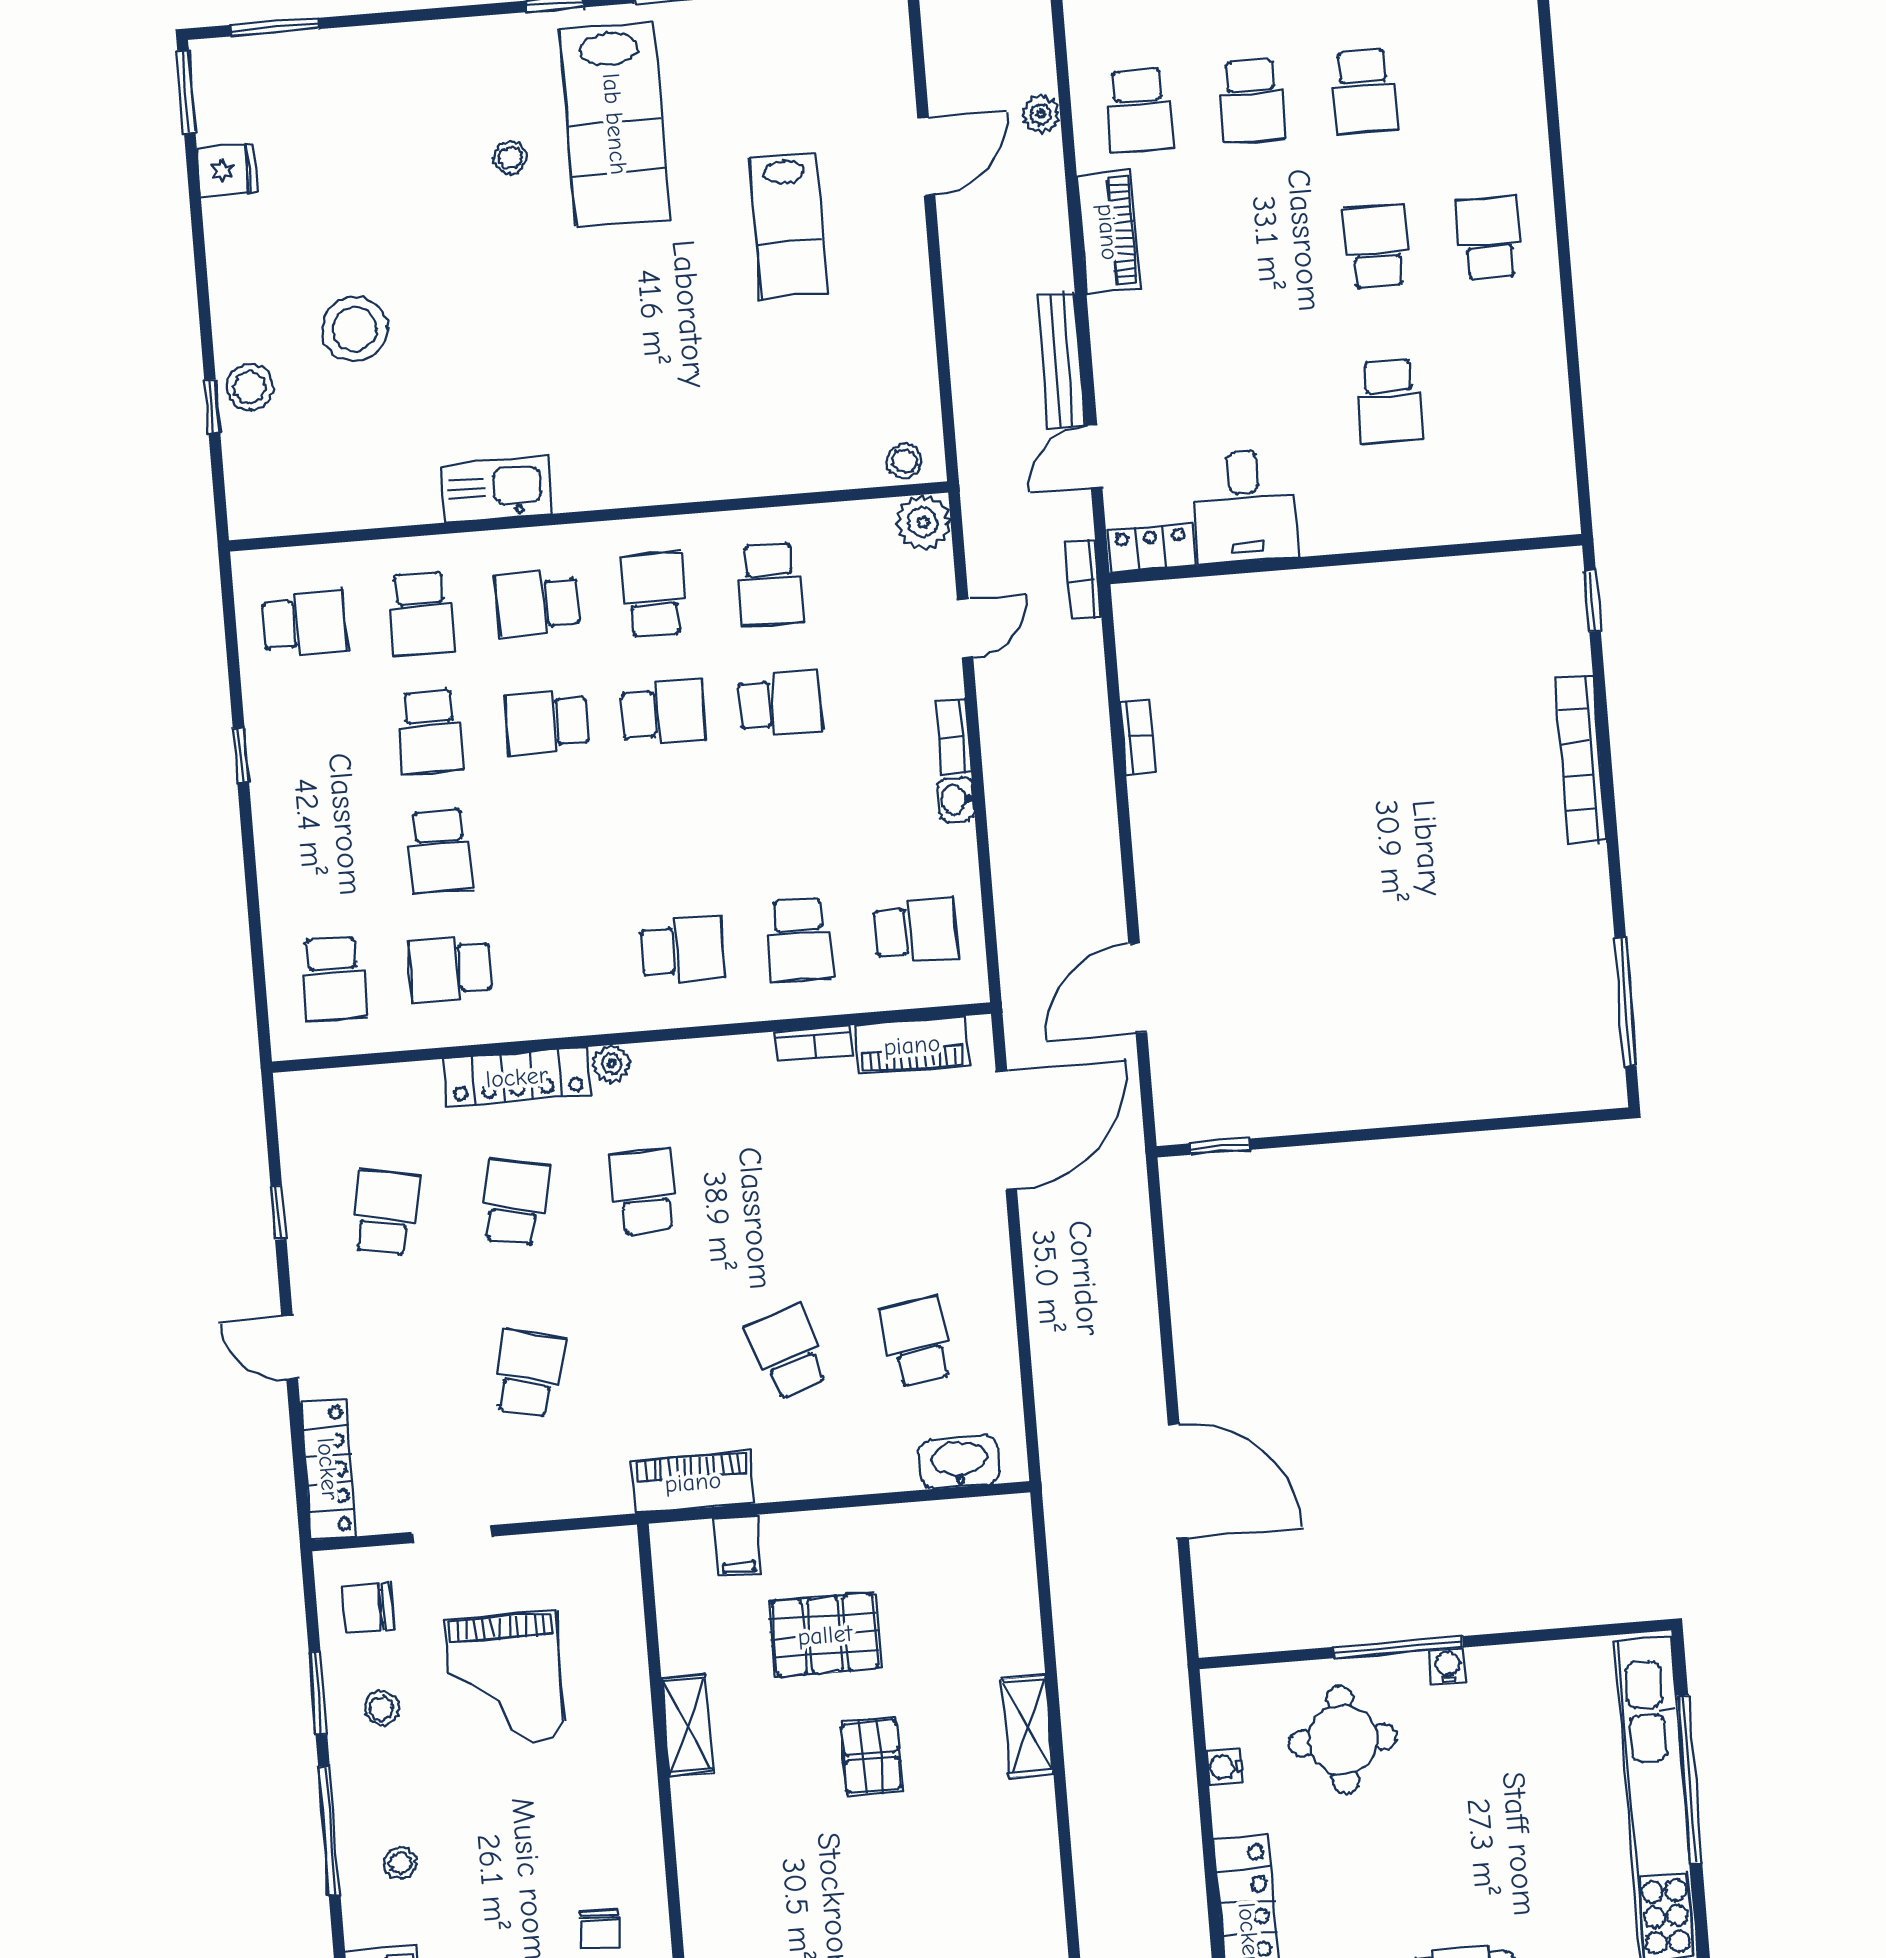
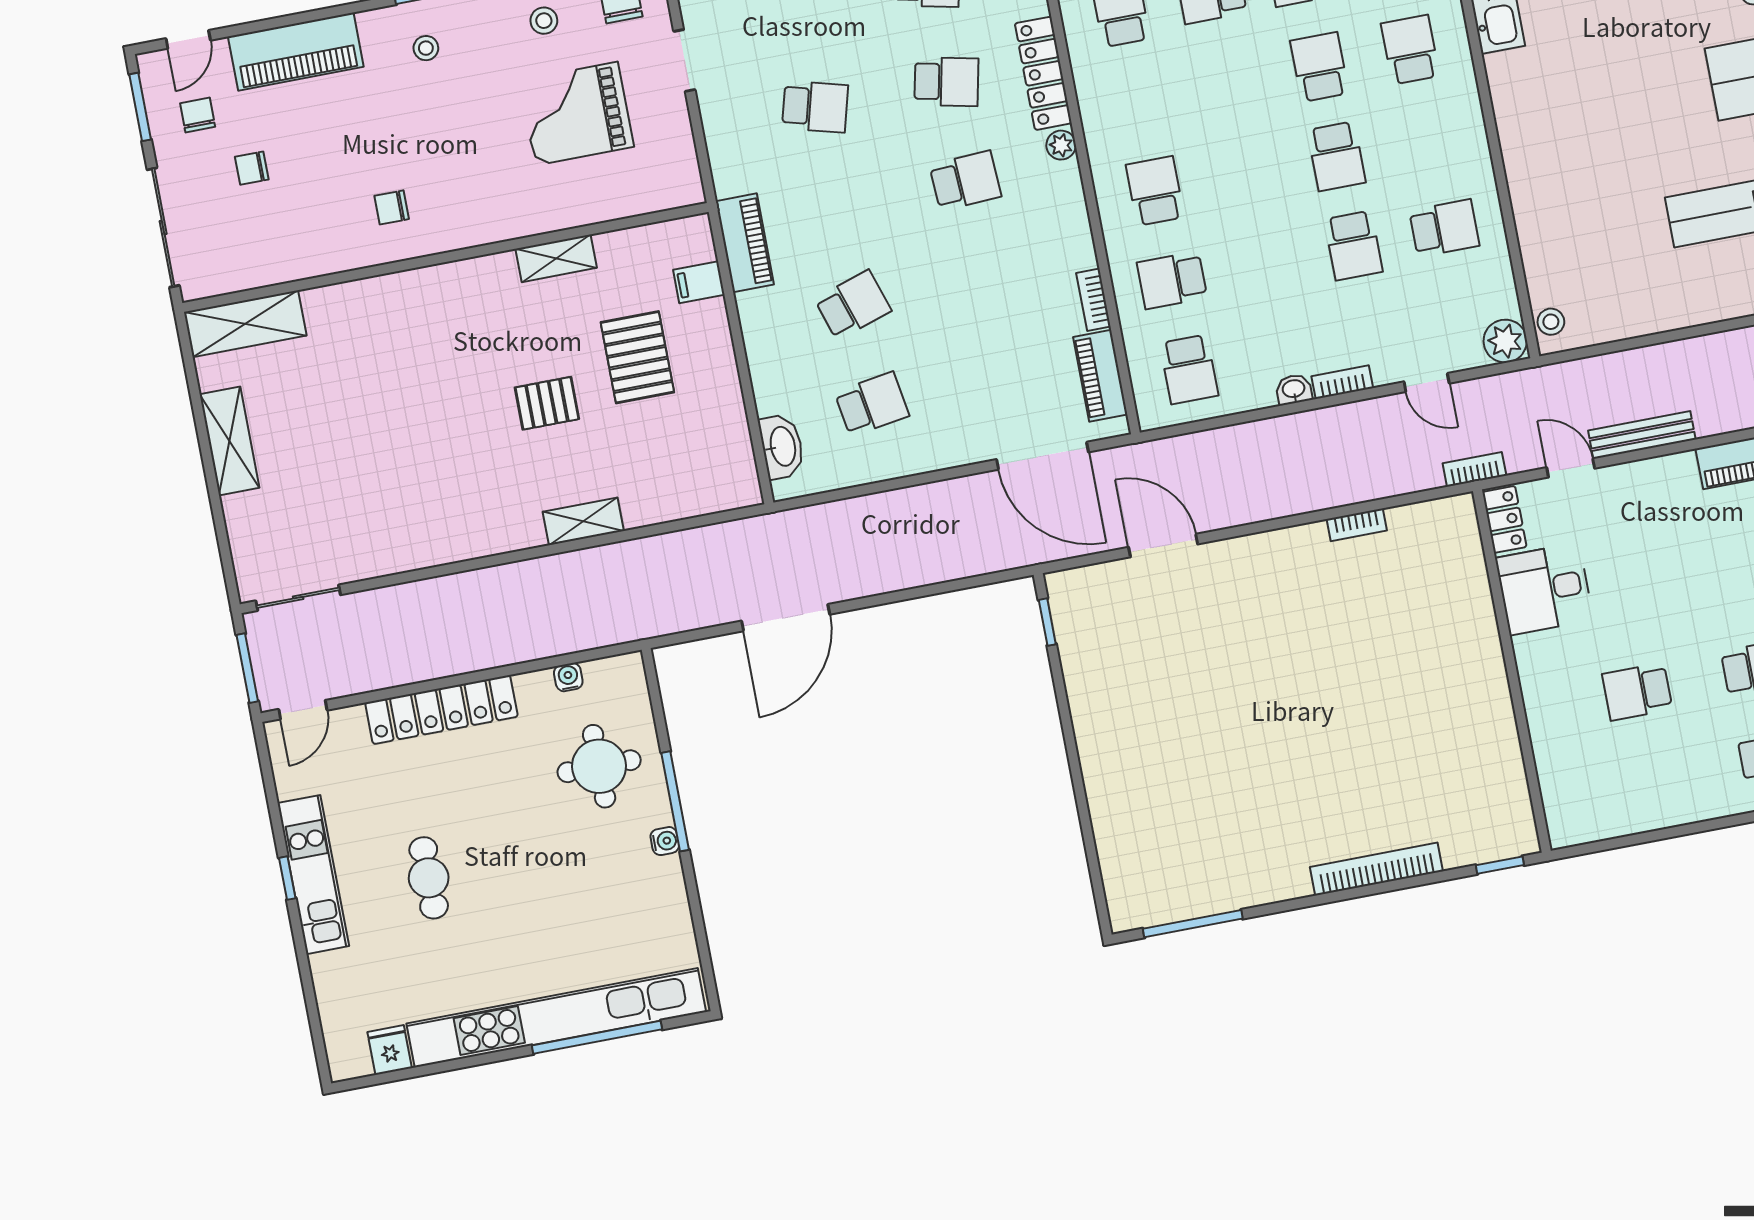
school desk: (770, 585) -> (1444, 228), turned 180
school desk: (654, 595) -> (1427, 139), removed
school desk: (683, 950) -> (1155, 191), turned 180

